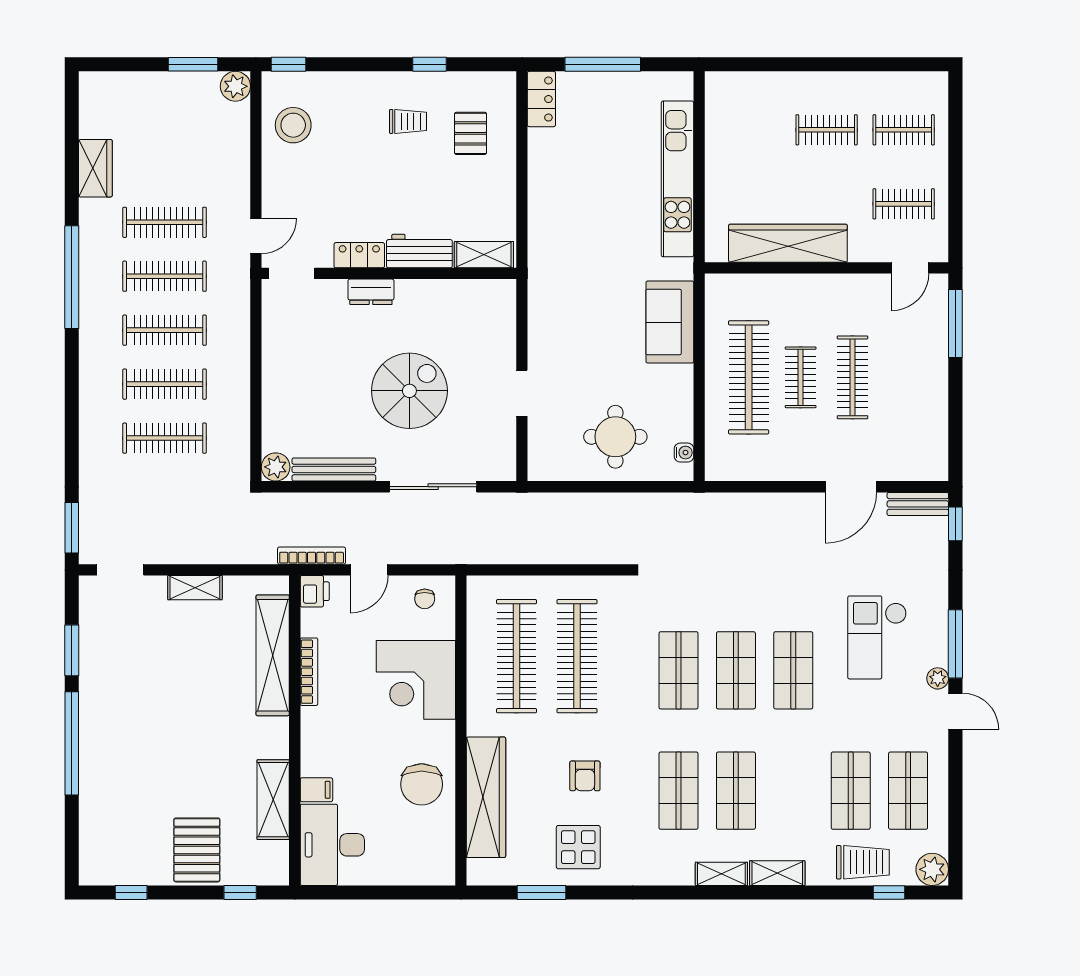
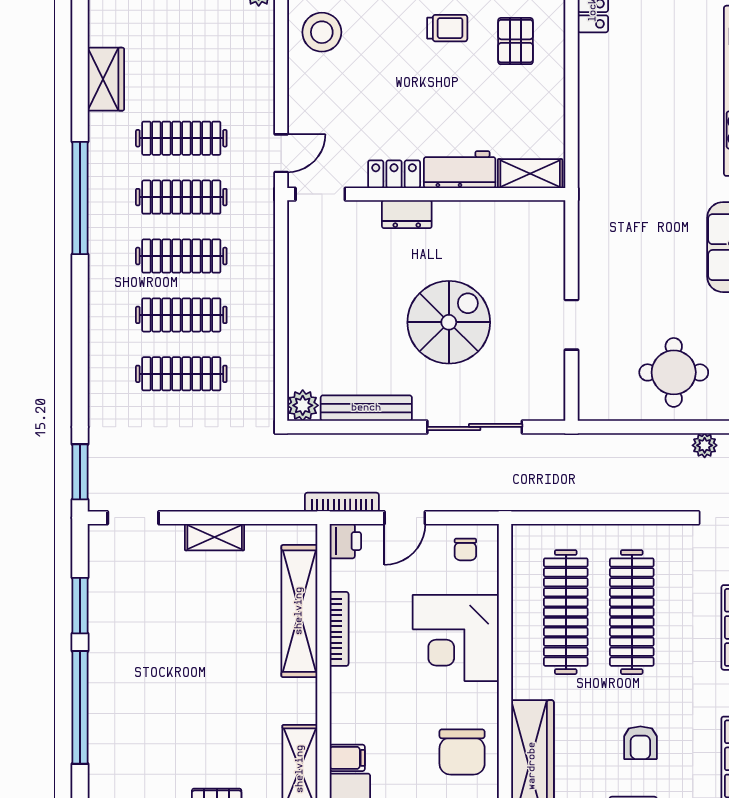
plant: (644, 504) -> (705, 445), added

